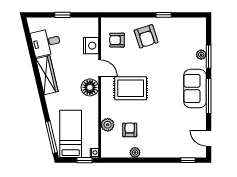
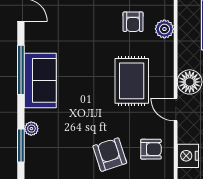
nightstand: (91, 46) -> (188, 156), moved
window: (209, 57) -> (21, 146), moved
rug: (131, 88) -> (132, 81), turned 90

